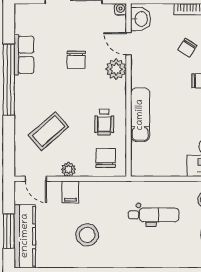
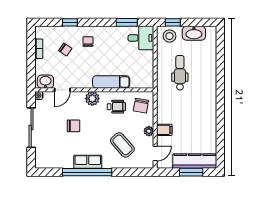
row of seats: (24, 55) -> (88, 162), moved
plant: (116, 69) -> (92, 99), moved
chair: (106, 158) -> (141, 106), turned -80
stool: (87, 235) -> (194, 118), removed

